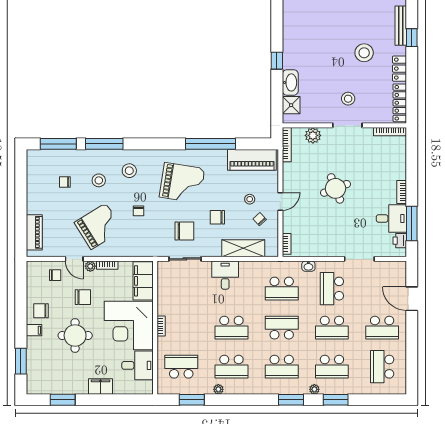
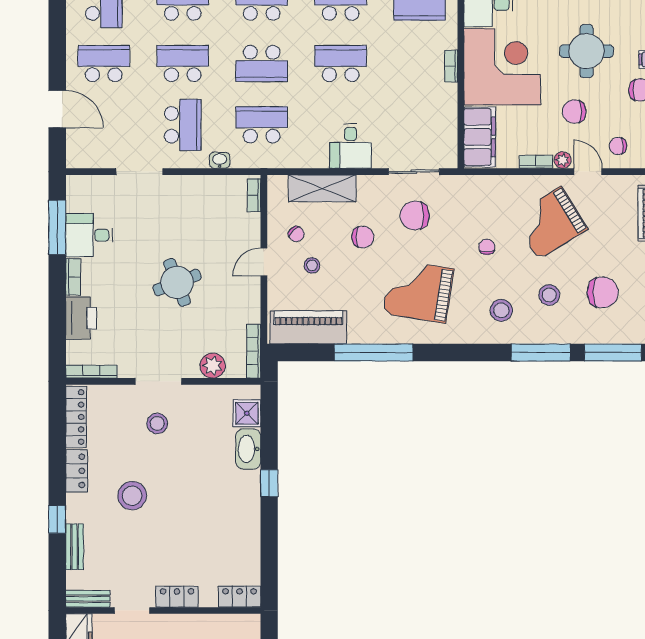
bench: (401, 26) -> (75, 547), width x0.73
chair: (65, 182) -> (603, 292), width x1.87, depth x1.87
printer: (400, 241) -> (81, 318), moved, width x1.87, depth x1.48

